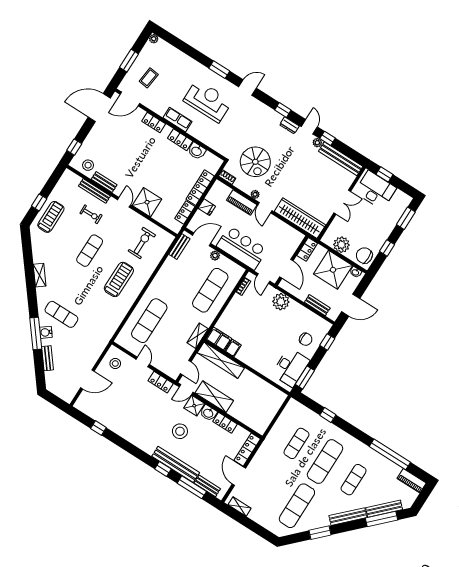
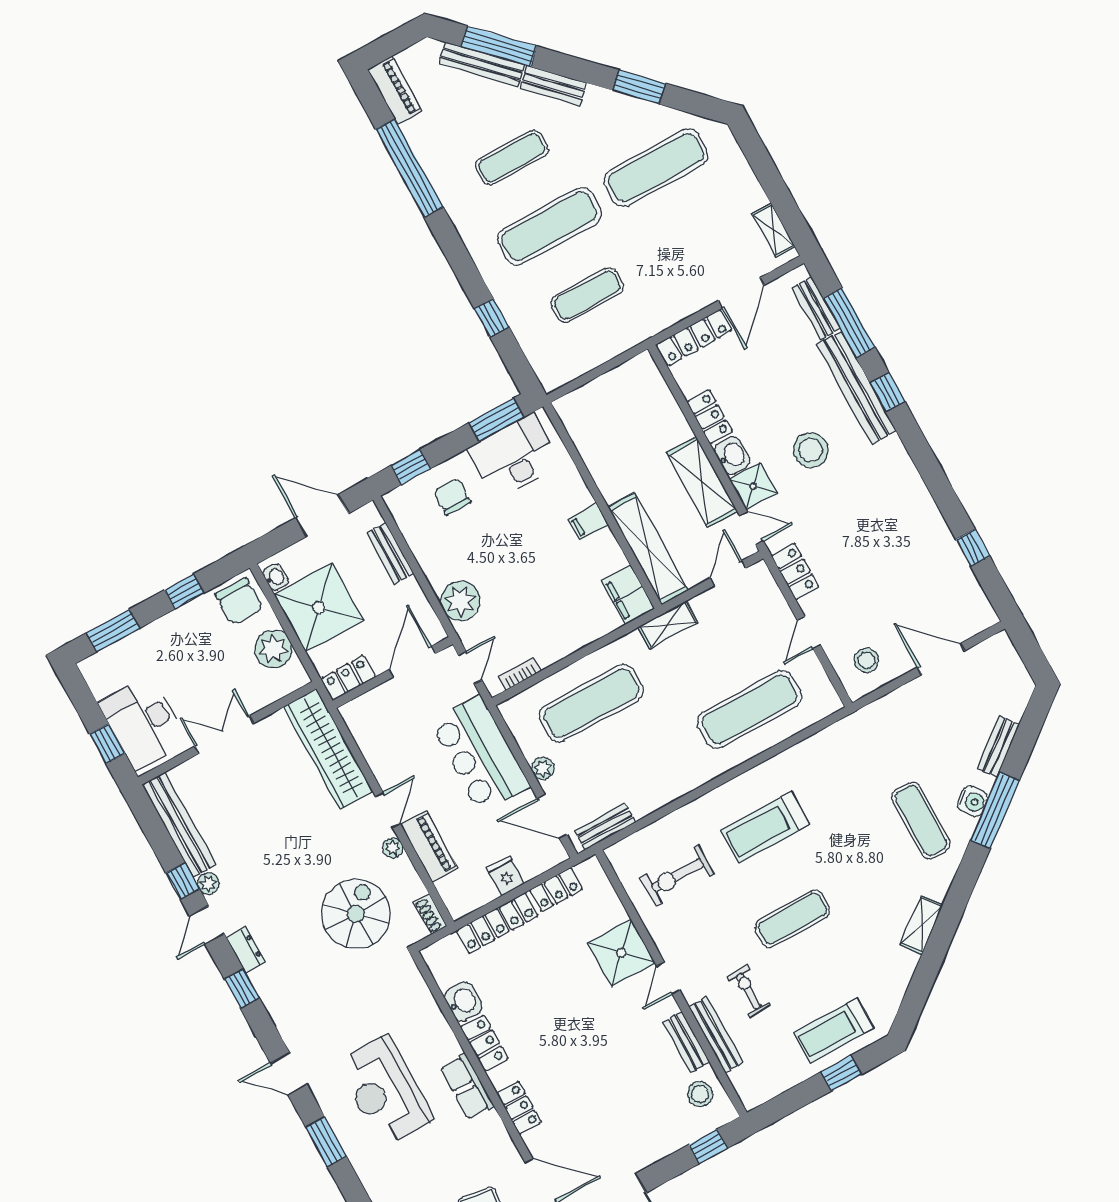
filing cabinet: (233, 348) -> (588, 522), moved
bench: (348, 517) -> (553, 86), width x0.73

